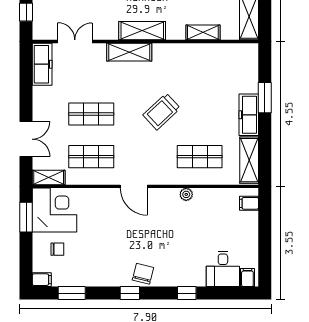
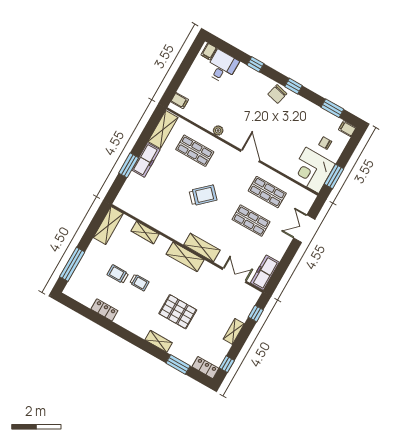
double door: (75, 42) -> (234, 275), swing flipped
shelving: (49, 177) -> (304, 194), removed

